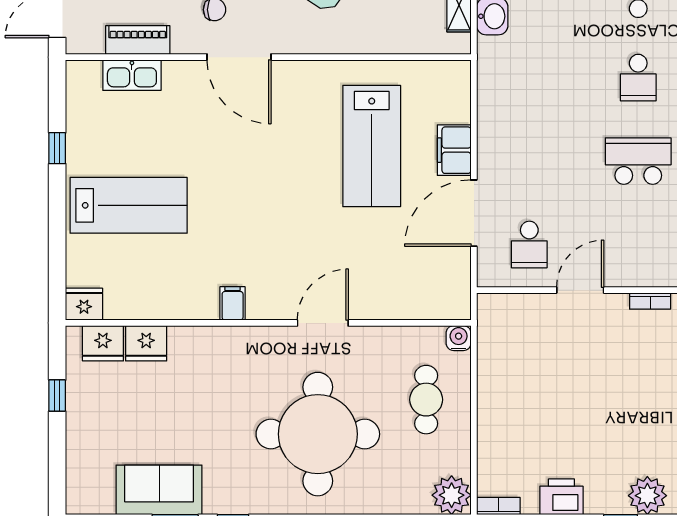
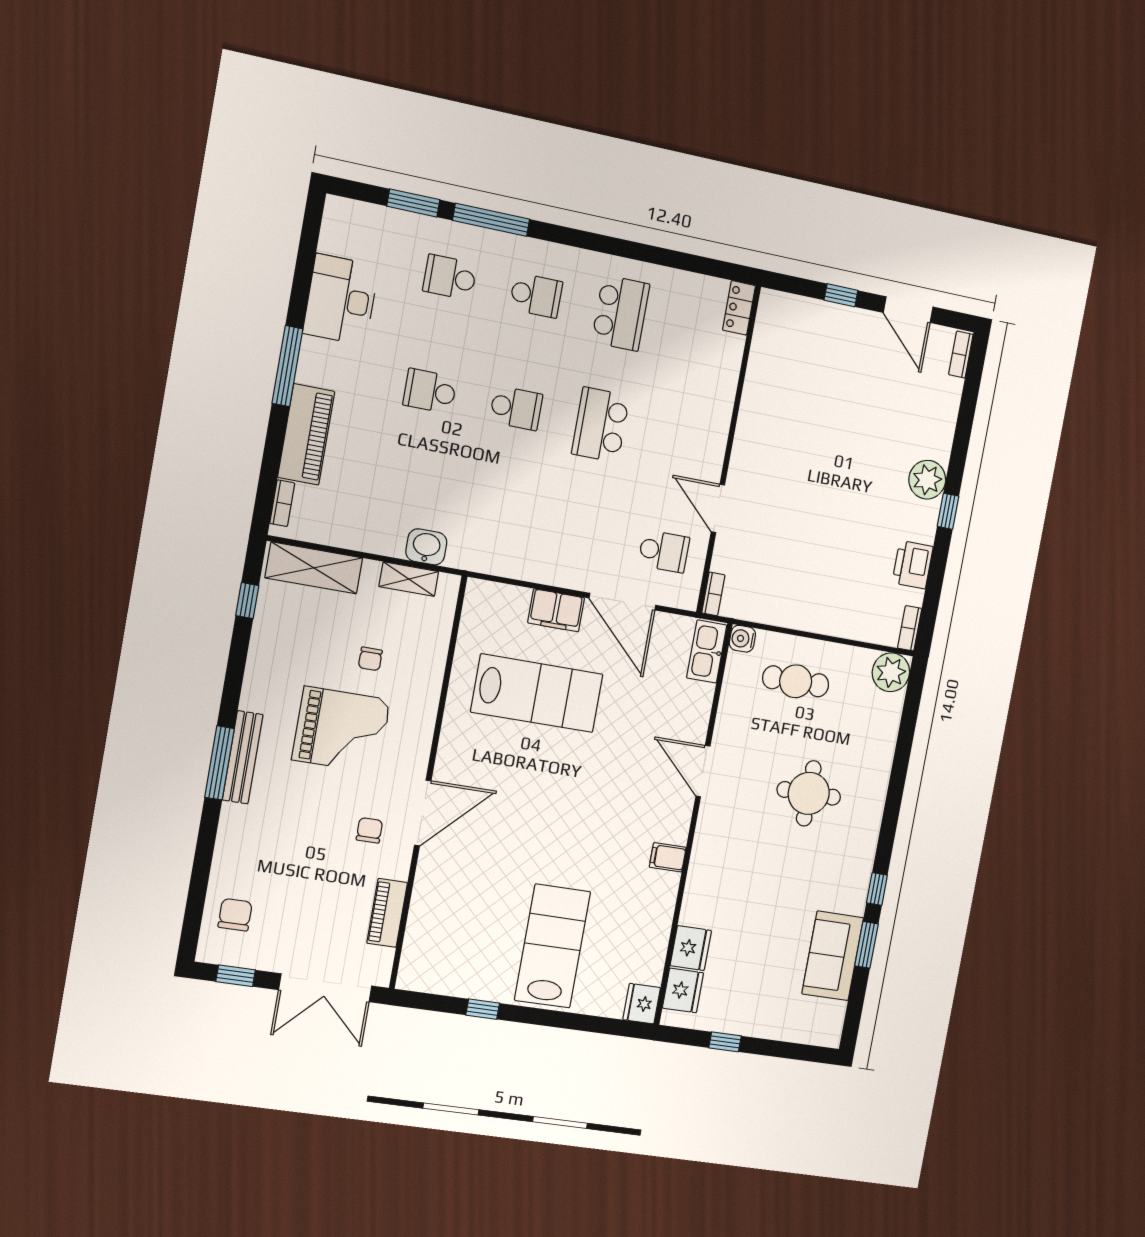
kitchen sink: (132, 75) -> (707, 651), moved, turned 180
bookcase: (650, 301) -> (713, 594), moved
round table: (318, 434) -> (809, 793), width x0.54, depth x0.54

